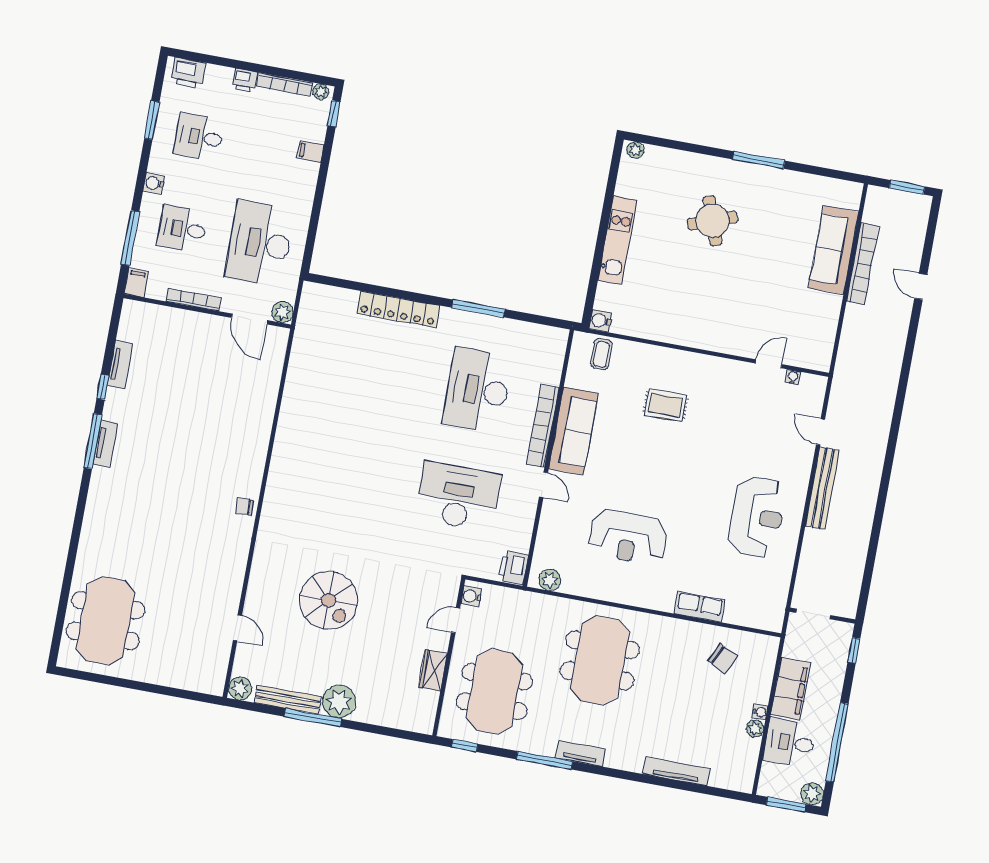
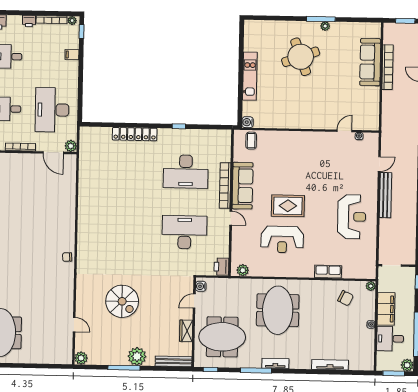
plant: (635, 150) -> (325, 26), moved
round table: (712, 221) -> (301, 57), width x1.36, depth x1.36
window: (478, 308) -> (179, 126), width x0.46
desk: (477, 390) -> (186, 172), turned -90
rug: (666, 405) -> (288, 206), moved, width x1.36, depth x1.43
door: (820, 432) -> (379, 164), swing flipped
meeting table: (495, 691) -> (222, 337), turned 90
bench: (288, 700) -> (174, 361), moved
plant: (755, 729) -> (371, 286), moved

